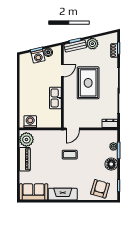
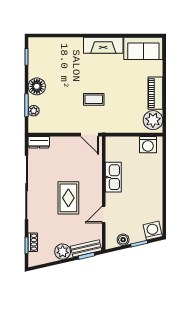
washing machine: (38, 56) -> (153, 231), moved
rug: (88, 83) -> (68, 198), width x0.73, depth x0.70
door: (73, 129) -> (90, 135), swing flipped
armchair: (100, 189) -> (52, 53), removed

